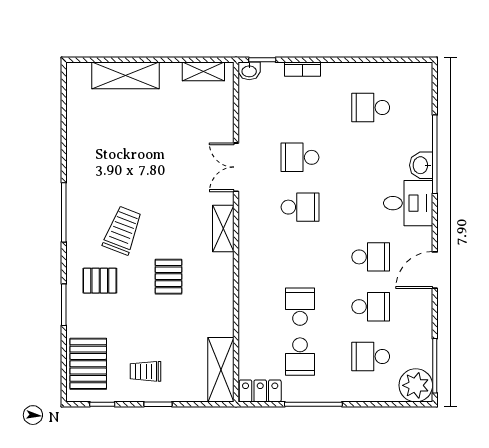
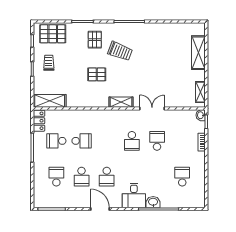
plant: (416, 385) -> (42, 199), removed

